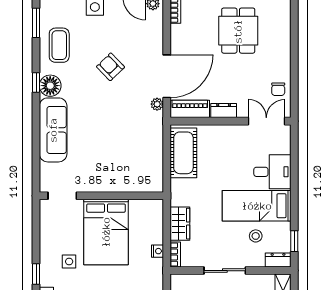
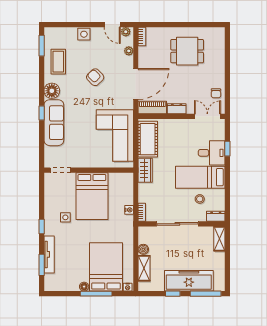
dining table: (238, 31) -> (187, 51), turned 90
window: (36, 83) -> (42, 113), moved
plant: (157, 104) -> (129, 51), moved
corner sofa: (138, 148) -> (115, 135), added
wardrobe: (180, 224) -> (145, 170), moved
window: (294, 241) -> (227, 149), moved
sliding door: (225, 271) -> (177, 224), width x1.37

